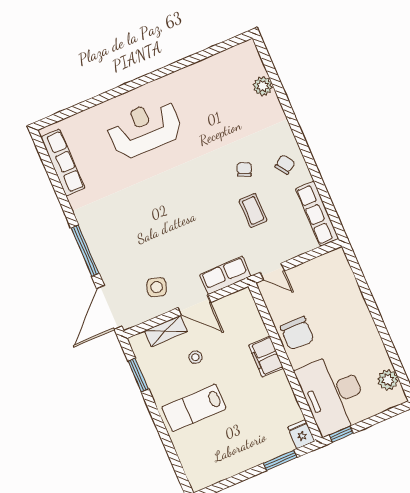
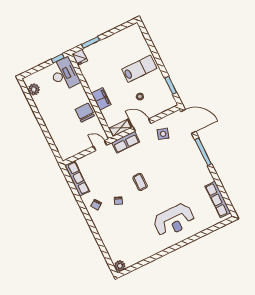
plant: (263, 86) -> (120, 266), moved
coffee table: (253, 210) -> (140, 182), moved
door: (109, 307) -> (188, 121), hinge flipped
shelving: (166, 331) -> (120, 128), moved
desk: (333, 394) -> (64, 74), width x0.73, depth x0.77

